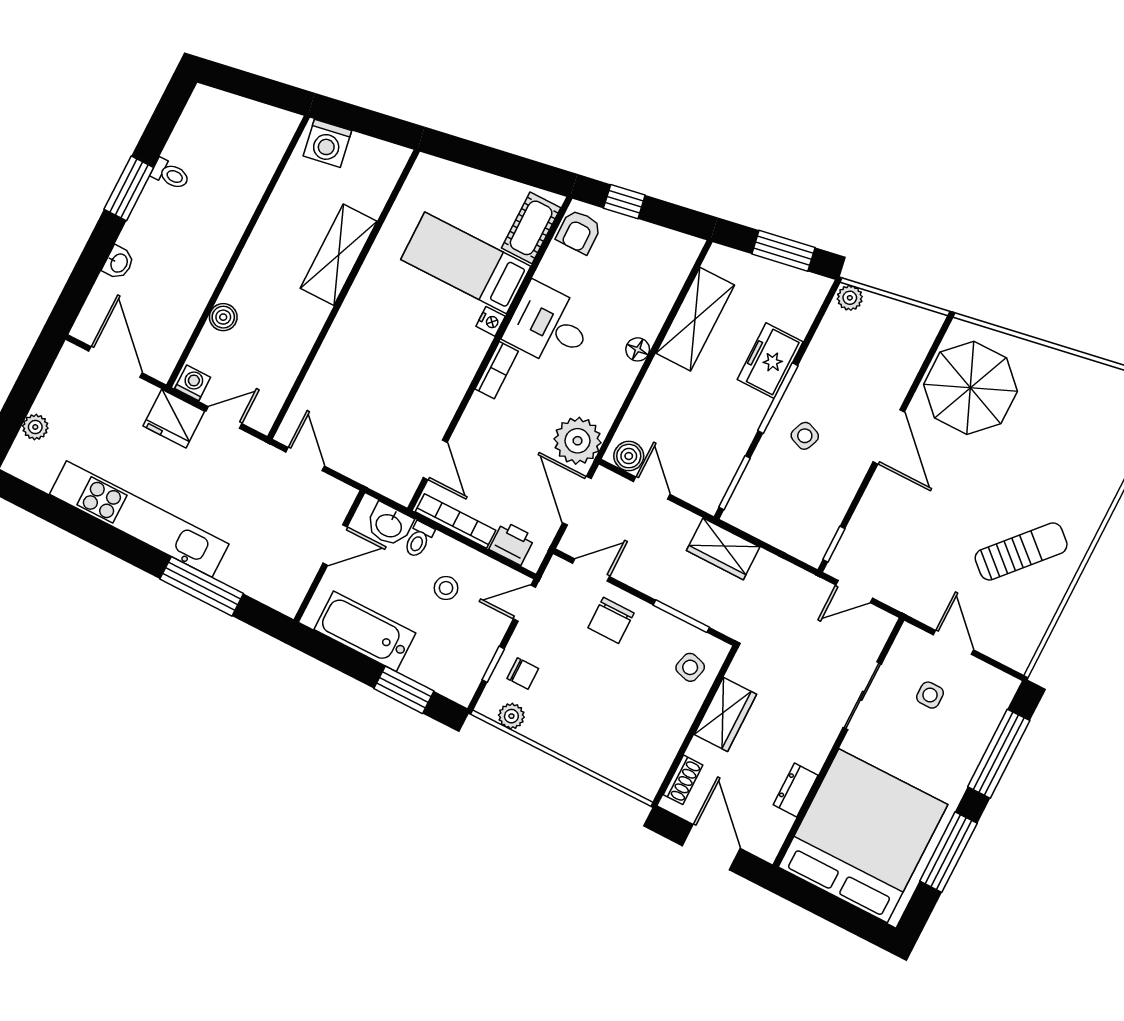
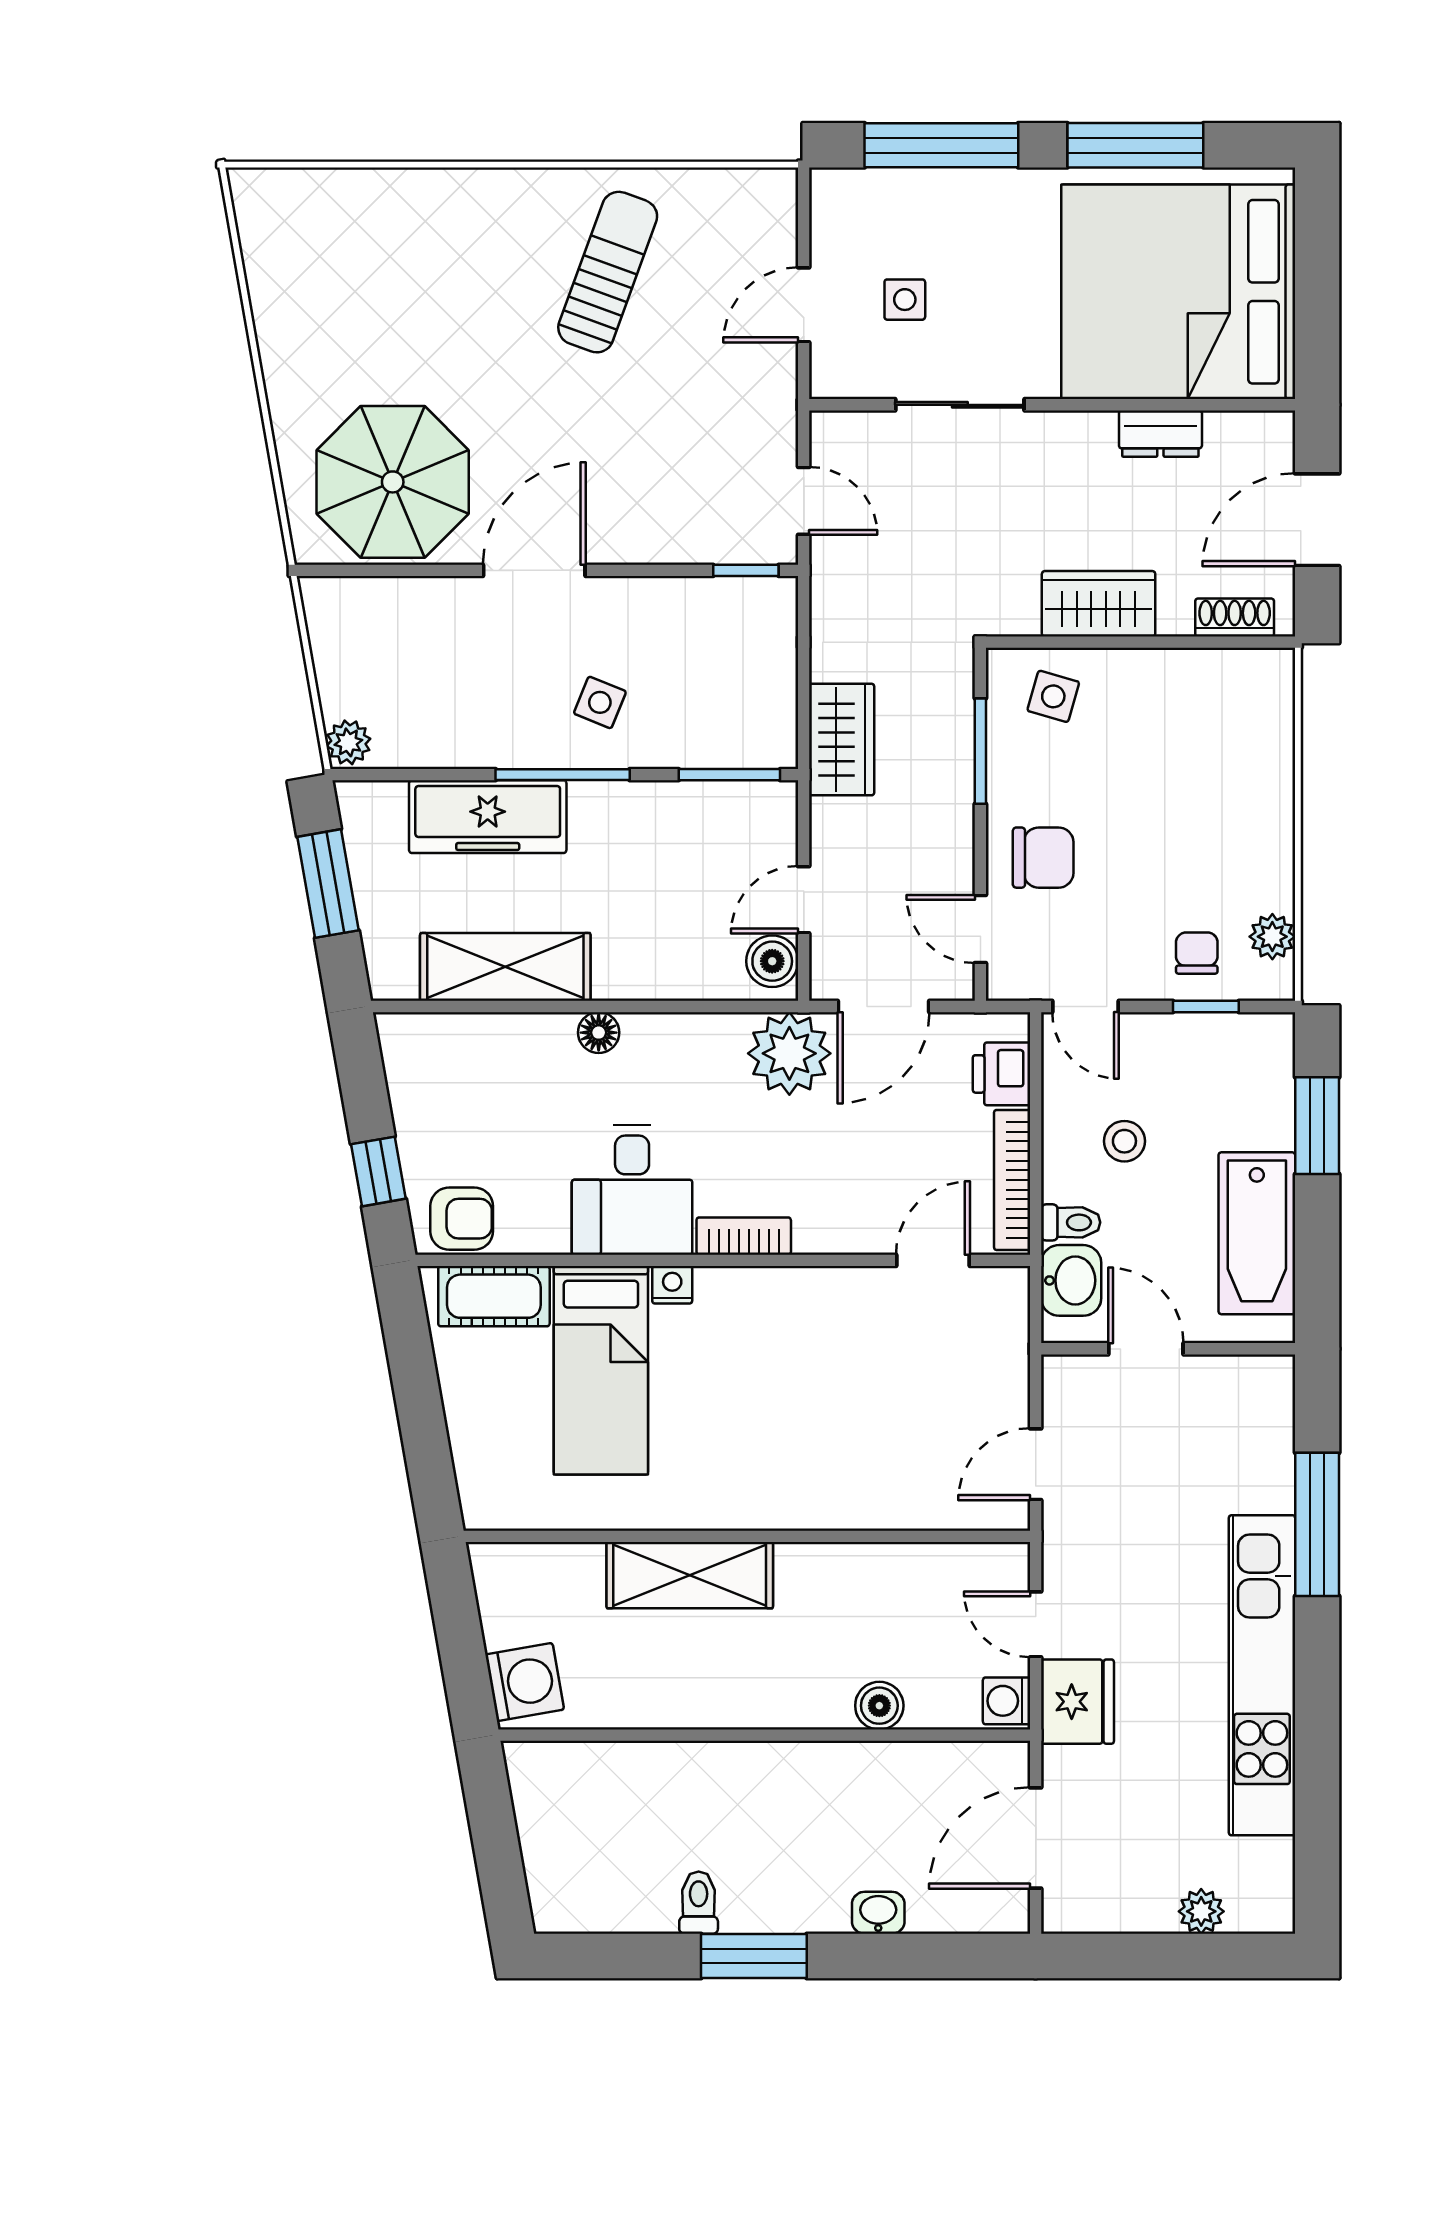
freezer: (770, 361) -> (488, 817), width x1.40
sun lounger: (1021, 551) -> (608, 272), turned 68

